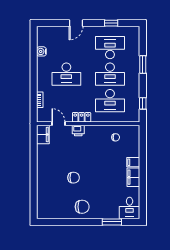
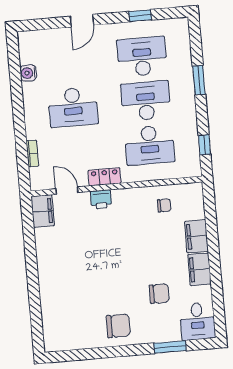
desk: (110, 74) -> (146, 101), turned 180
filing cabinet: (133, 162) -> (196, 236), width x2.00
chair: (74, 178) -> (159, 294), moved

